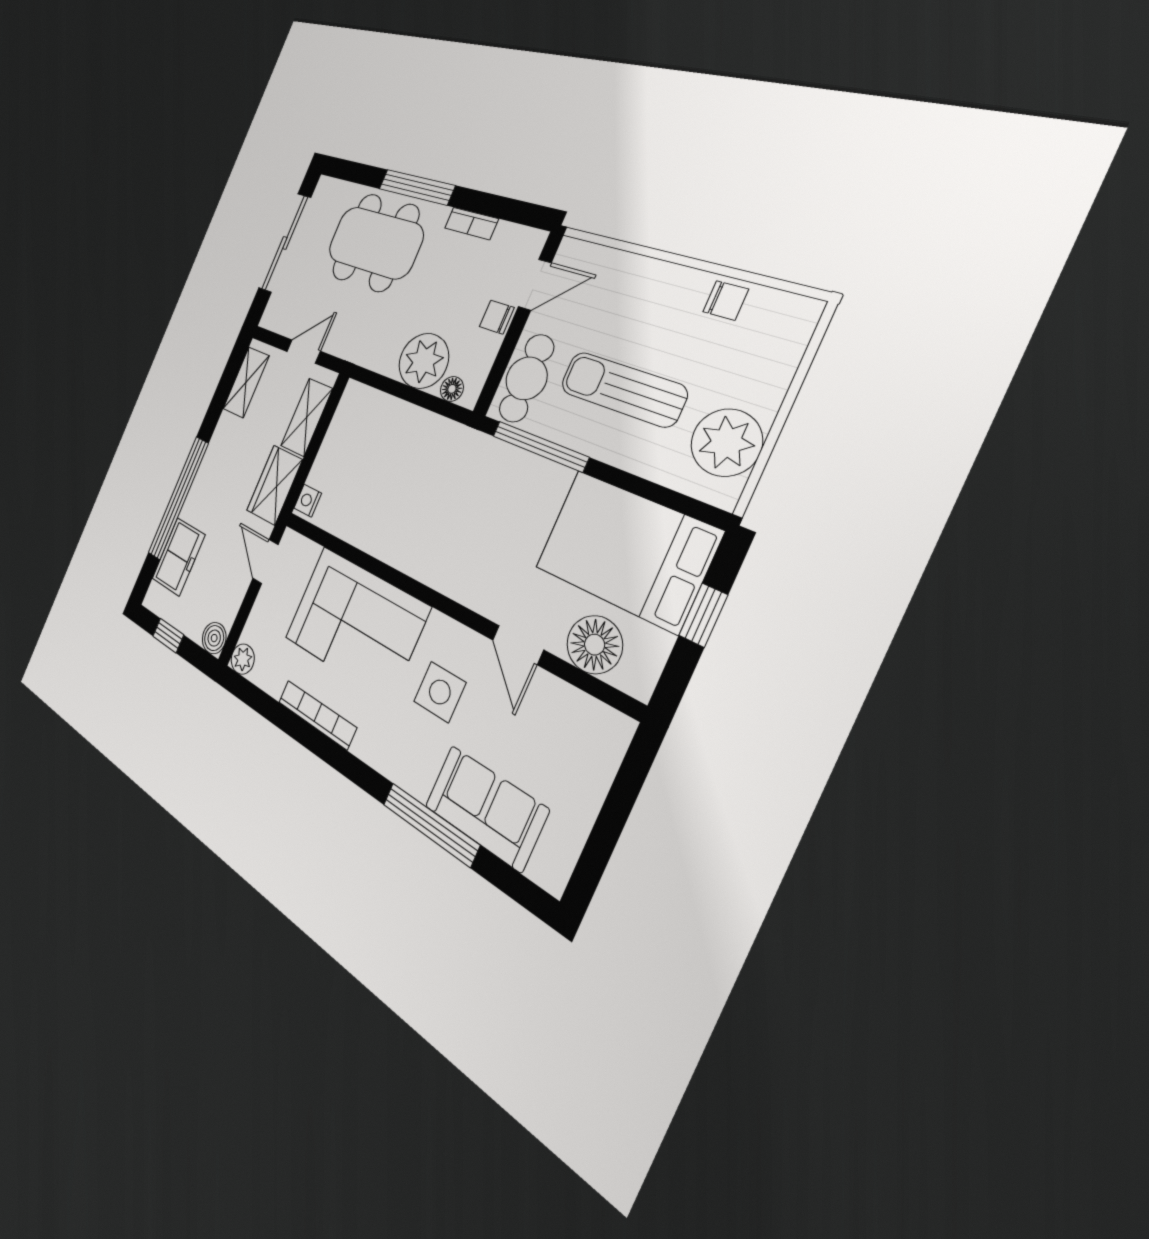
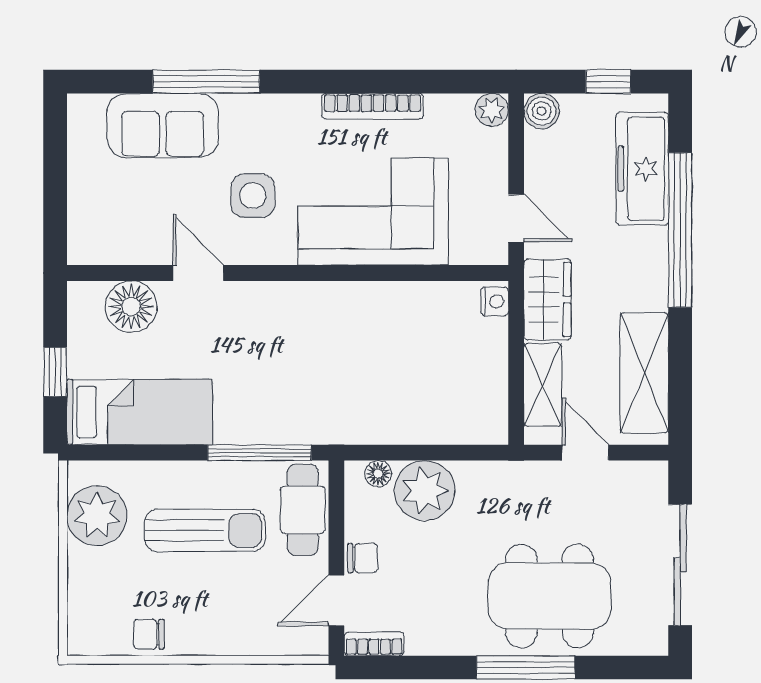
bookcase: (471, 223) -> (374, 644), moved
door: (304, 351) -> (585, 453), swing flipped
shelving: (246, 382) -> (644, 373), width x1.50, depth x1.33
bed: (626, 550) -> (140, 412), width x0.67
freezer: (178, 557) -> (642, 169), width x1.40

